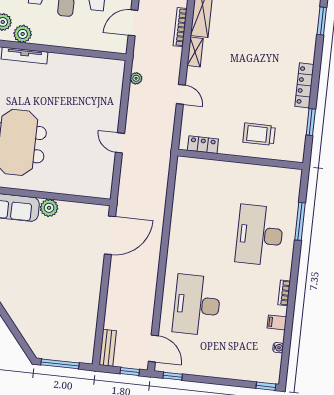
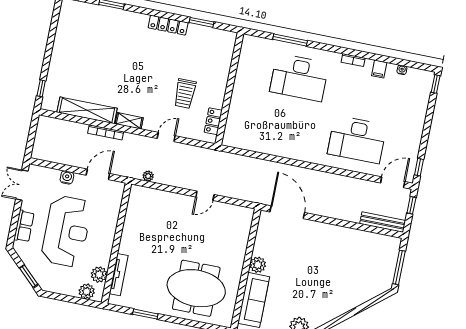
door: (133, 23) -> (98, 174), swing flipped
trolley: (259, 134) -> (185, 94), moved
bench: (108, 348) -> (383, 222), width x1.36

